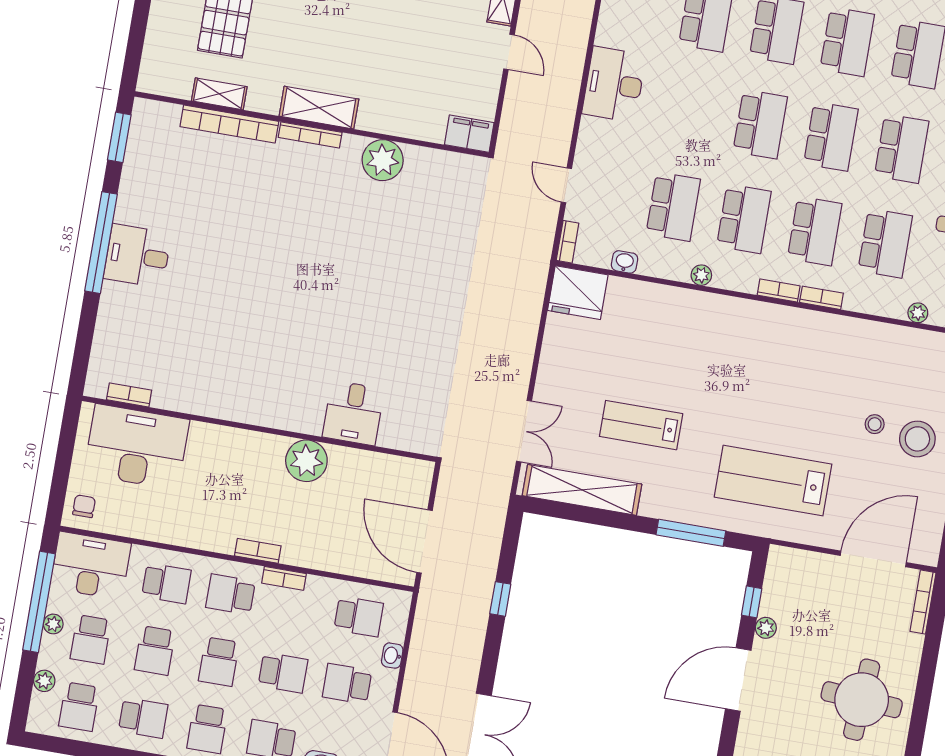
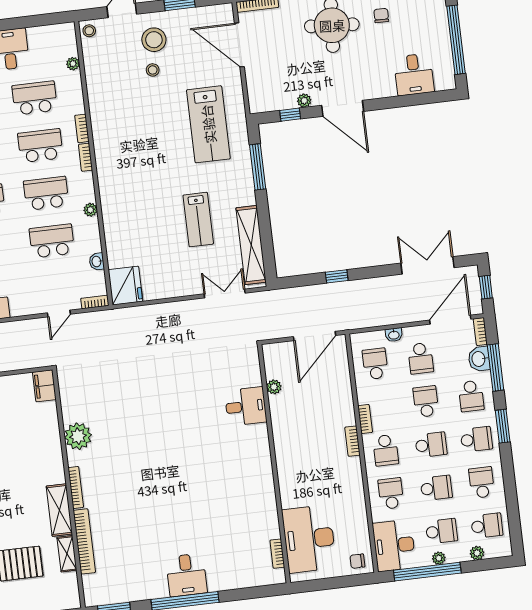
shelving: (319, 108) -> (59, 510), moved
plant: (306, 461) -> (274, 387), moved, width x0.53, depth x0.53

